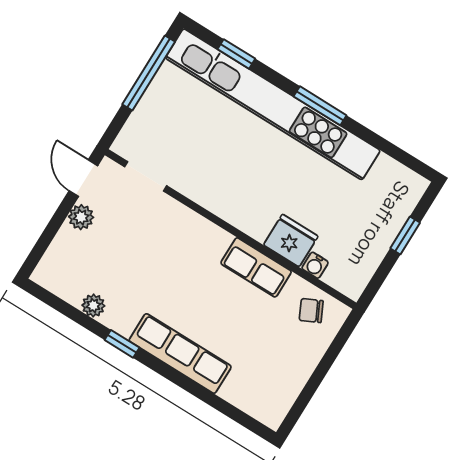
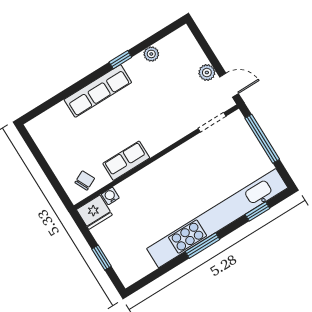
window: (149, 73) -> (262, 139), moved
fridge: (291, 241) -> (94, 212), moved

